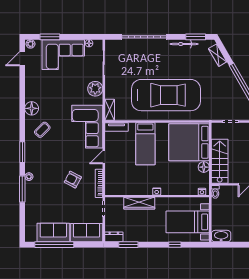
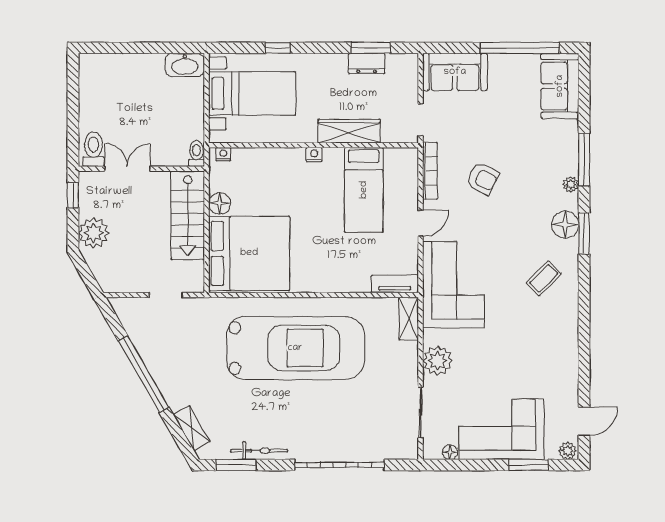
car: (166, 95) -> (295, 348), turned 180
floor lamp: (32, 108) -> (565, 225), moved
bed: (145, 144) -> (364, 190), moved, turned 180
sofa: (53, 233) -> (560, 86), moved, turned 90
dresser: (114, 237) -> (367, 63), moved

